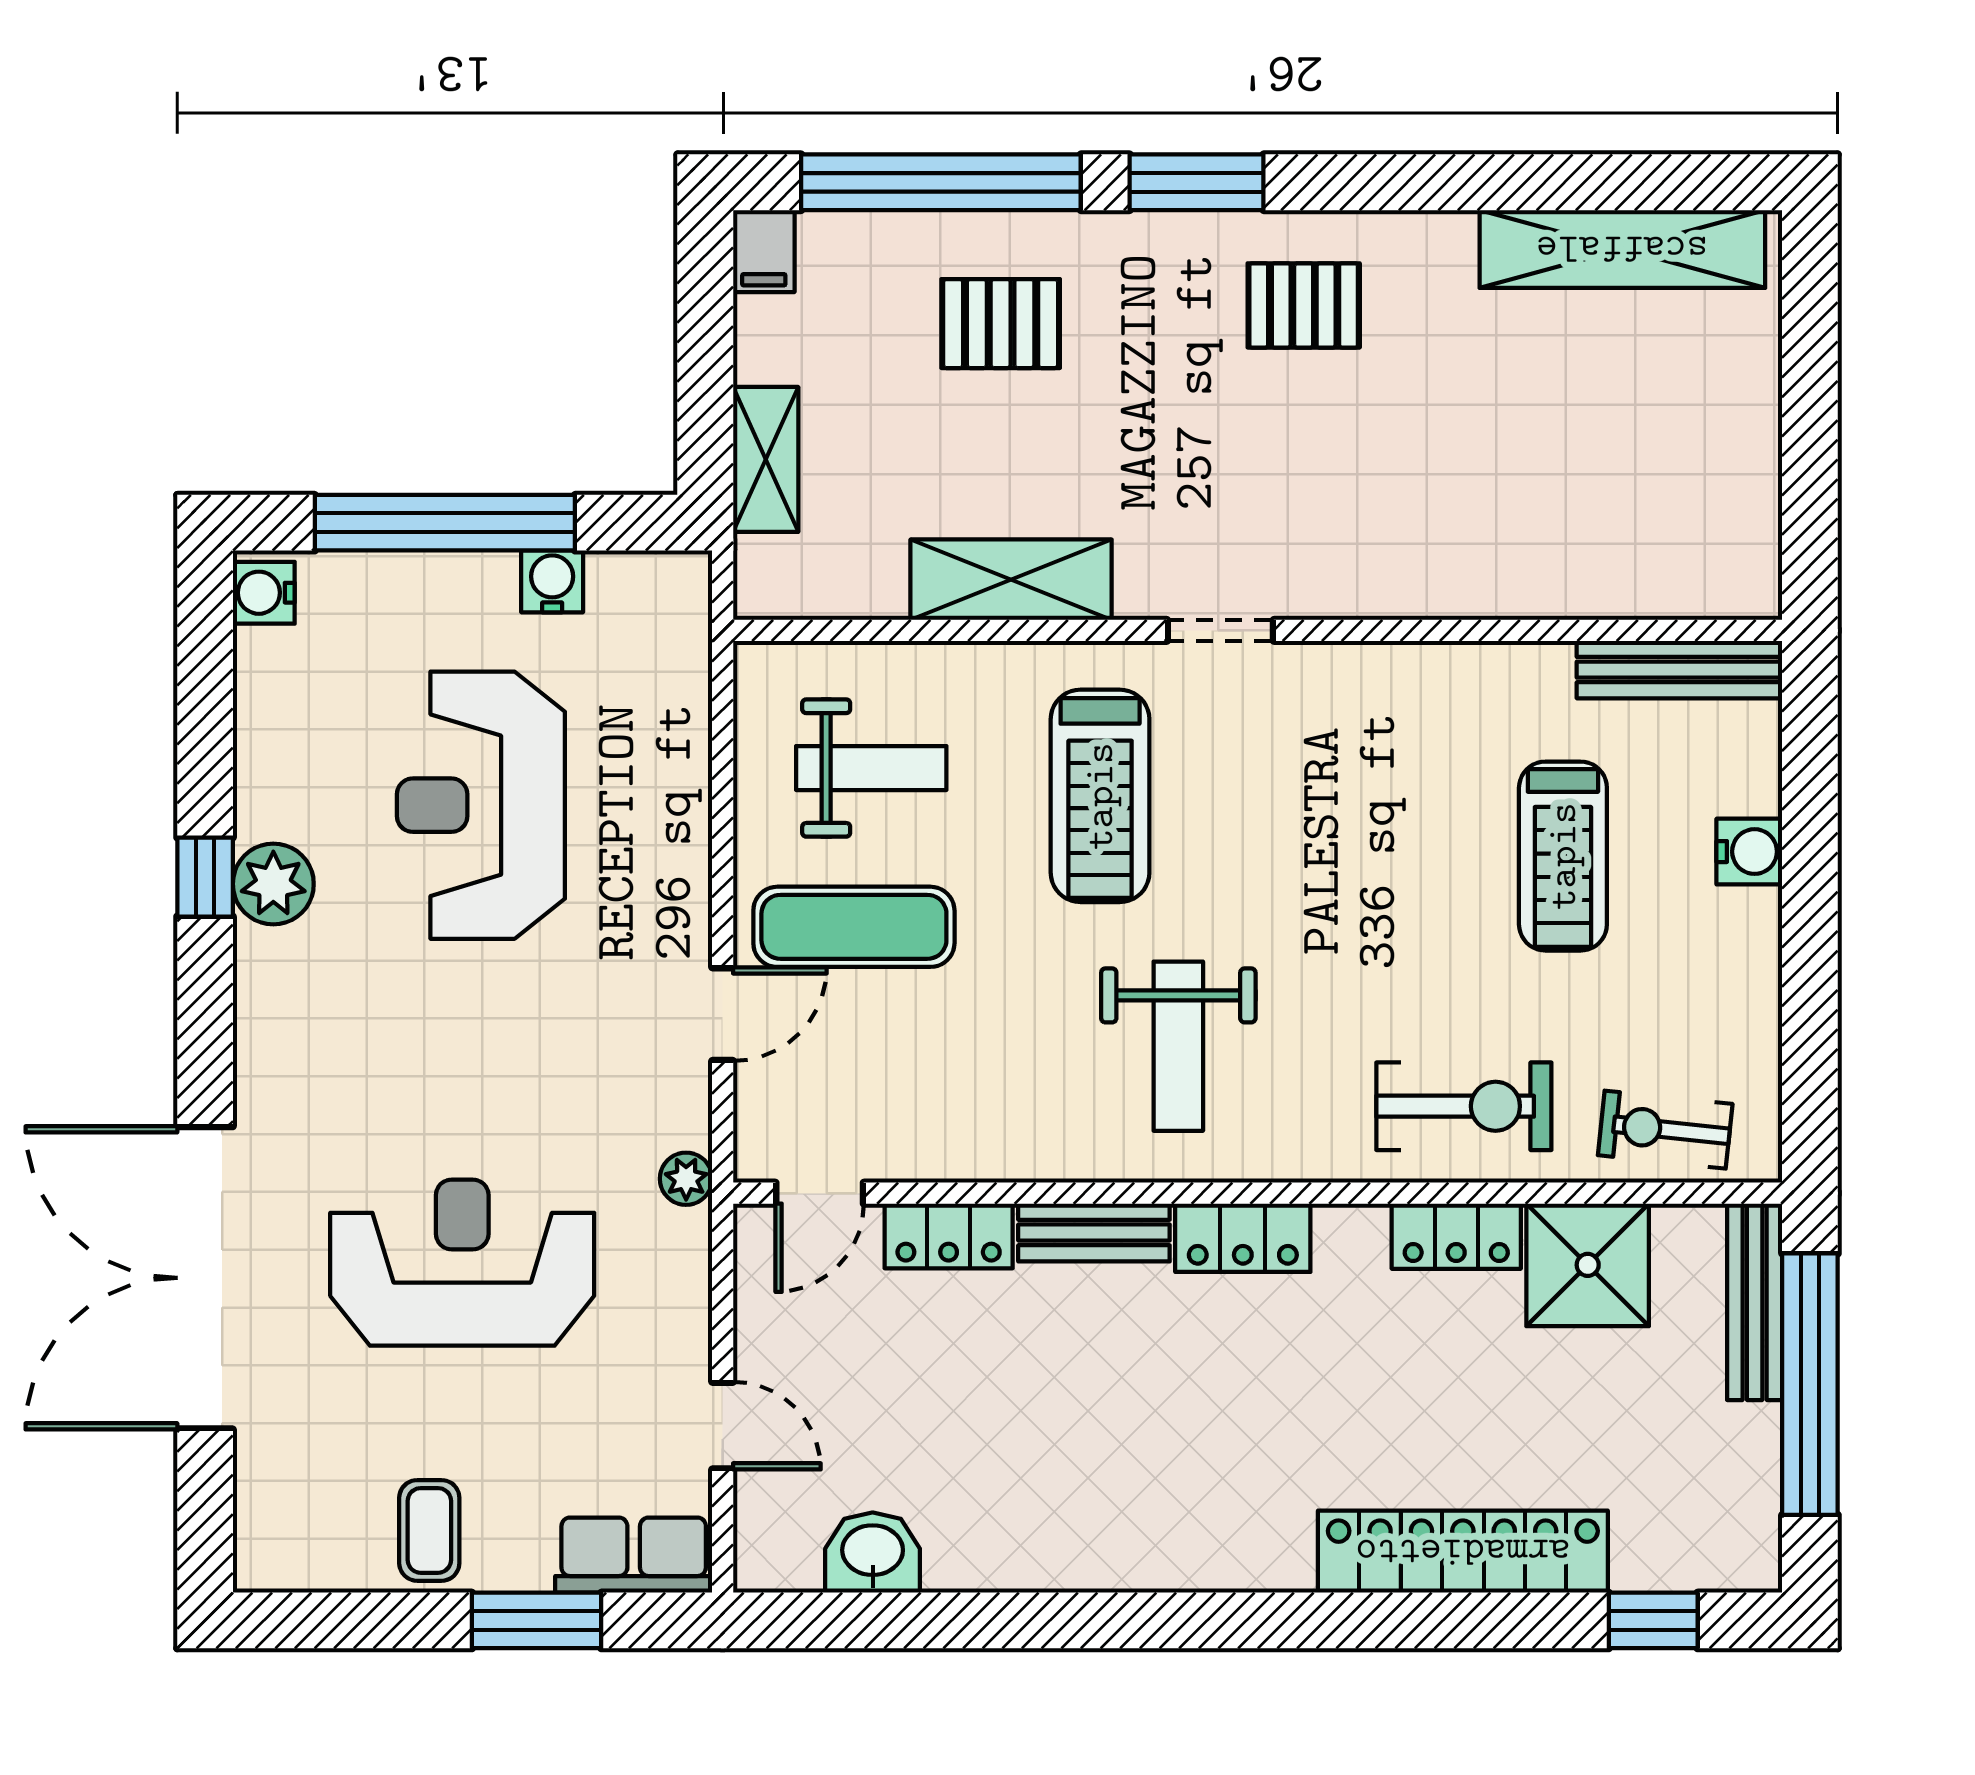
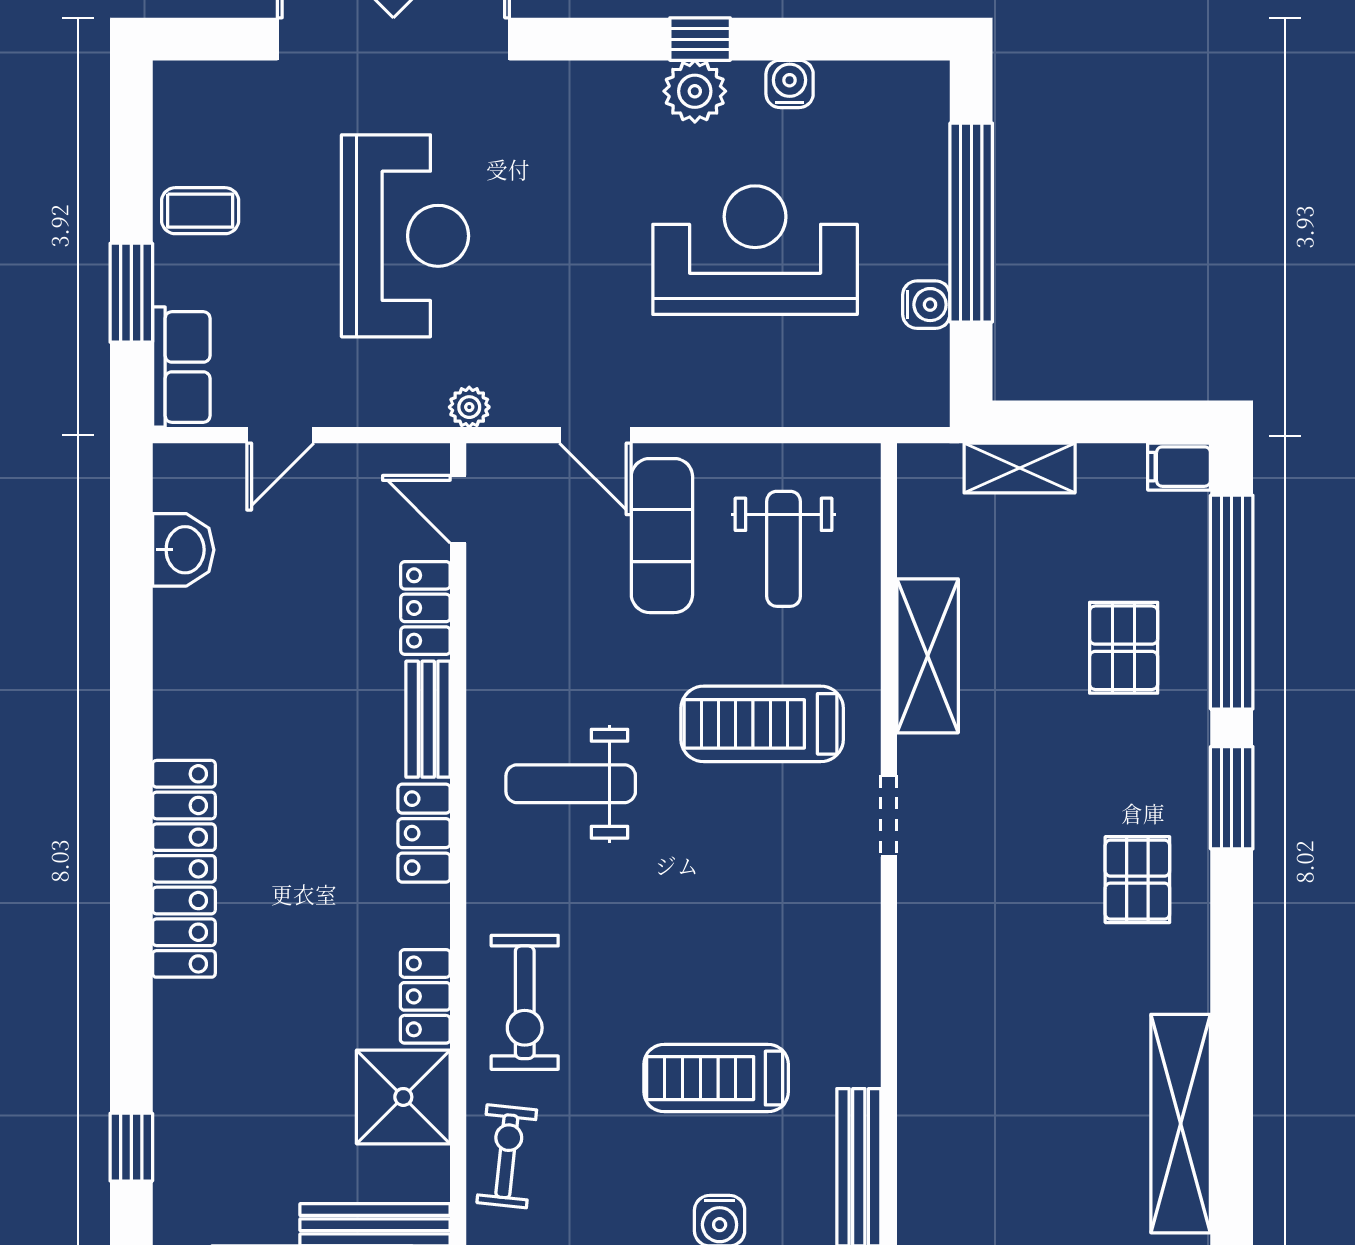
water cooler: (264, 593) -> (790, 84), moved
locker: (1463, 1552) -> (184, 869), moved

